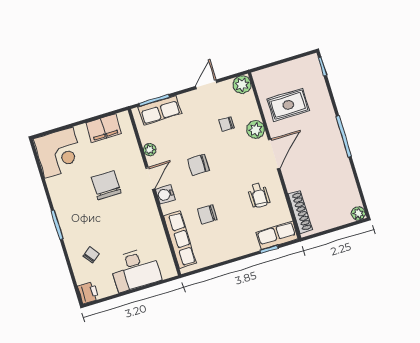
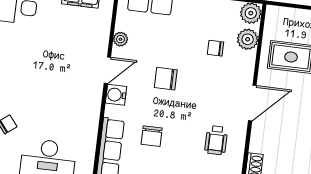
plant: (256, 130) -> (248, 39), moved
chair: (106, 185) -> (57, 57), removed
chair: (207, 214) -> (152, 136), turned -90

